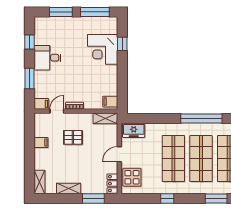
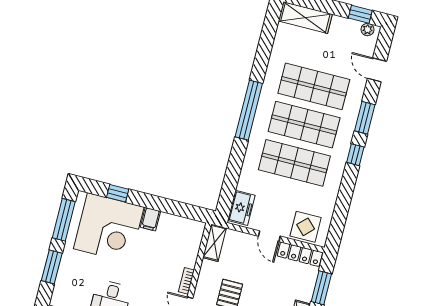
corner desk: (103, 49) -> (109, 228), width x1.36, depth x1.36
filing cabinet: (110, 102) -> (150, 219), moved
locker: (112, 184) -> (300, 254), width x1.53
window: (167, 199) -> (355, 155), moved

